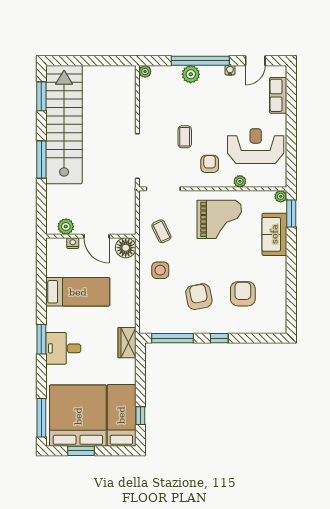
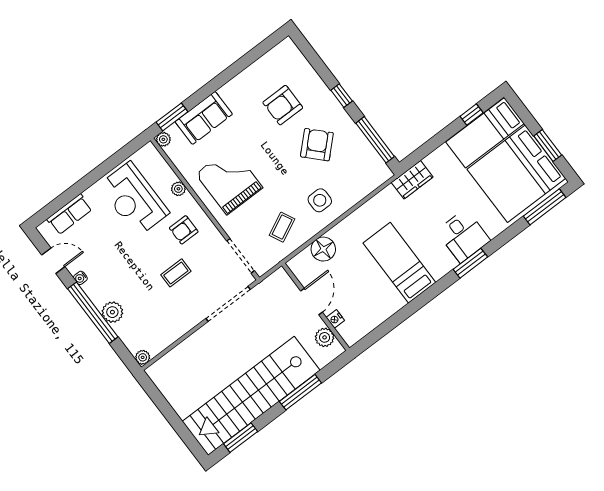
plant: (66, 227) -> (325, 337), moved
wall: (91, 236) -> (316, 307), moved
door: (96, 236) -> (312, 302), moved
nightstand: (73, 243) -> (335, 319), moved
armchair: (199, 297) -> (317, 145), turned 147

